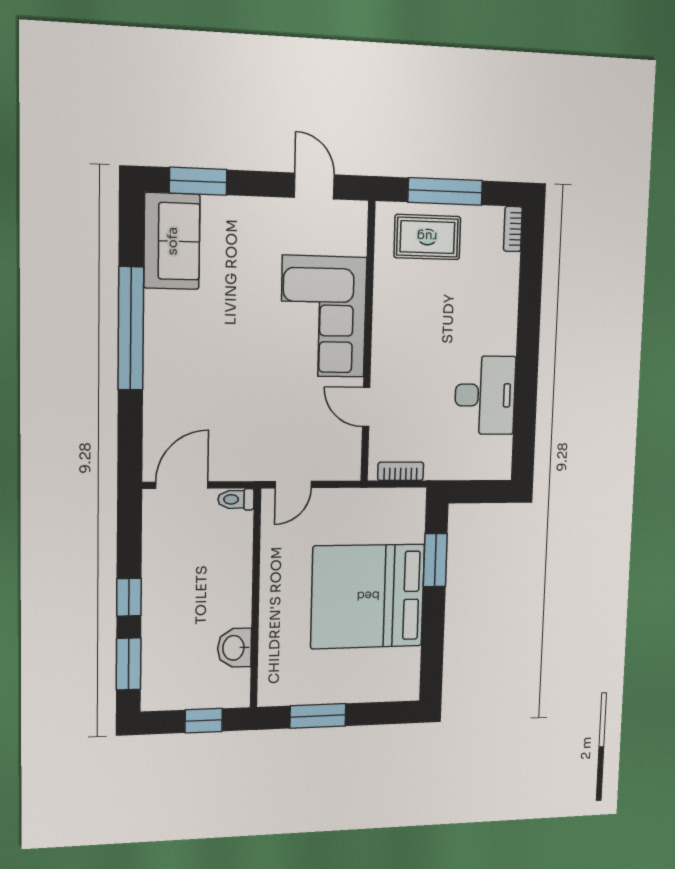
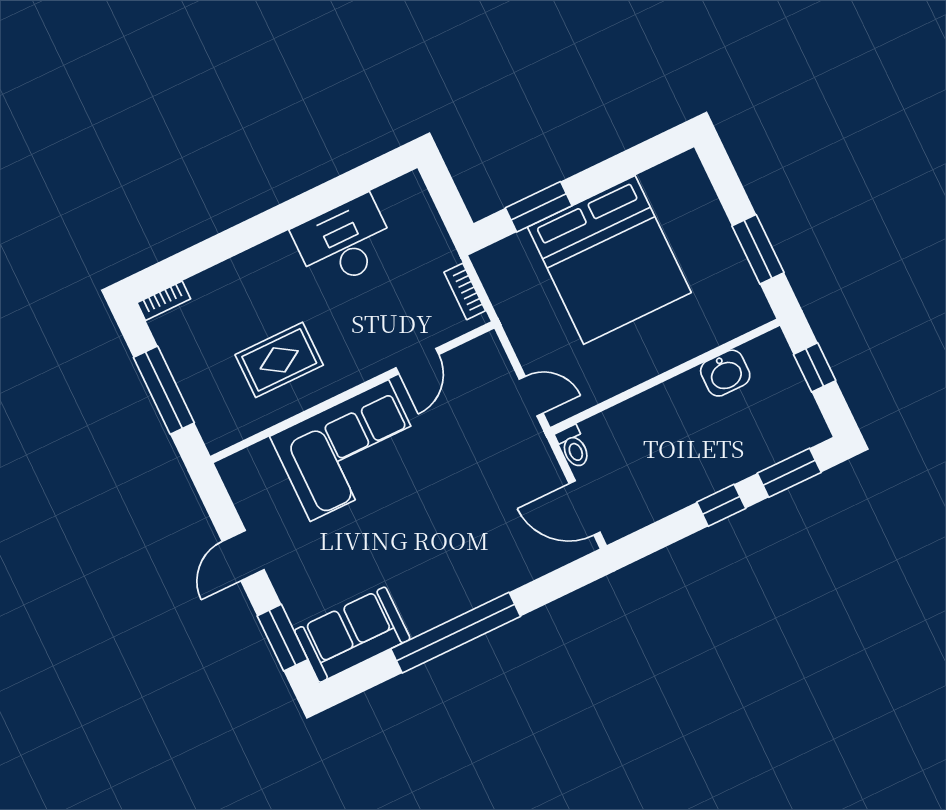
door: (314, 186) -> (243, 556), moved
rug: (427, 237) -> (279, 360), moved, turned 90

